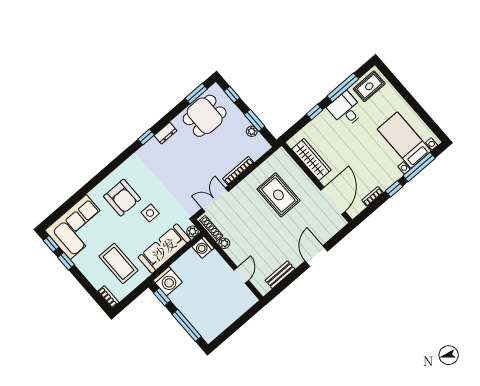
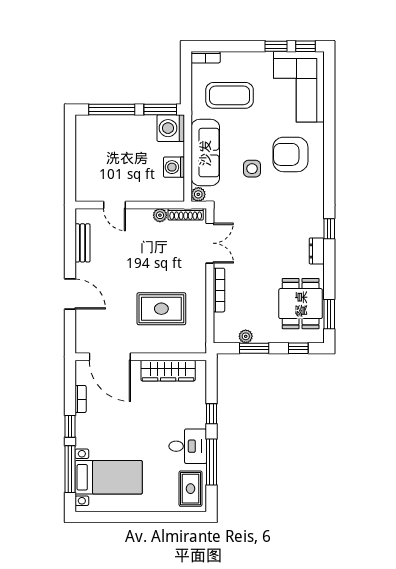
washing machine: (203, 247) -> (174, 167), moved, turned -90
window: (162, 297) -> (160, 109), width x1.50

